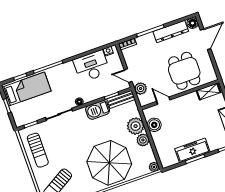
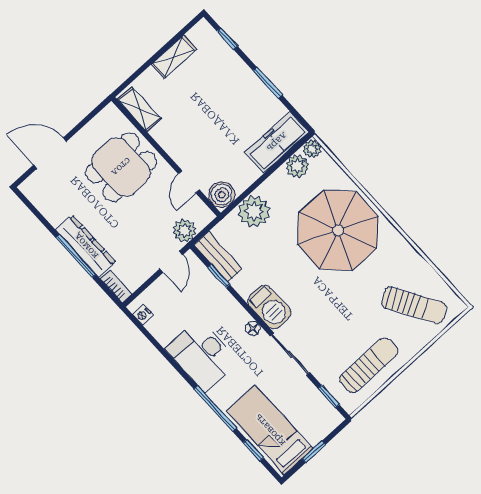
floor lamp: (193, 23) -> (31, 188), removed
dresser: (171, 31) -> (86, 246), moved
desk: (92, 66) -> (202, 355), moved
barbecue: (98, 110) -> (269, 307), moved
boiler: (154, 125) -> (222, 195), moved
plant: (143, 140) -> (297, 166), moved
freezer: (192, 150) -> (277, 142), moved, turned 90

